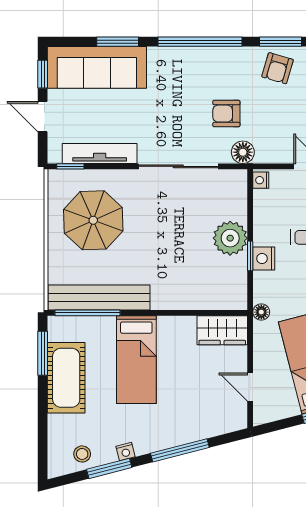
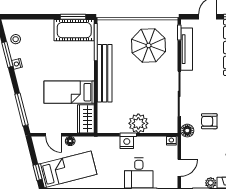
armchair: (226, 114) -> (209, 121), turned -90
bench: (99, 297) -> (105, 73), moved
floor lamp: (261, 312) -> (70, 141), moved
bed: (136, 360) -> (69, 92), moved
cot: (66, 378) -> (74, 30), moved
door: (250, 387) -> (54, 135), swing flipped
window: (180, 450) -> (21, 109), moved

